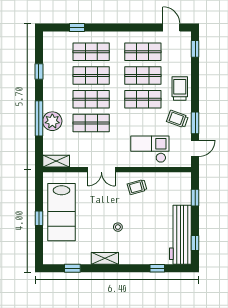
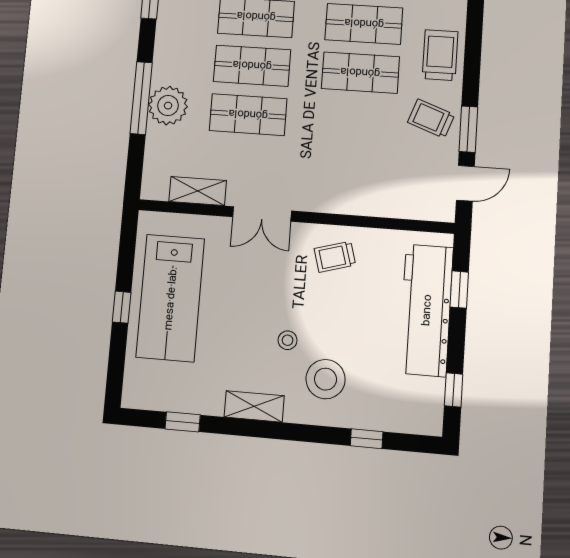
checkout: (150, 149) -> (368, 178), removed
shelving: (56, 161) -> (198, 191), moved
workbench: (180, 235) -> (426, 310), moved
stool: (137, 243) -> (326, 379), added

